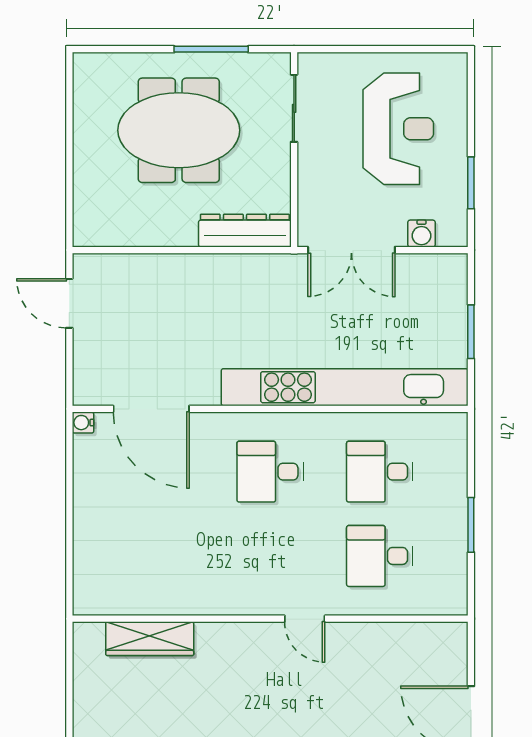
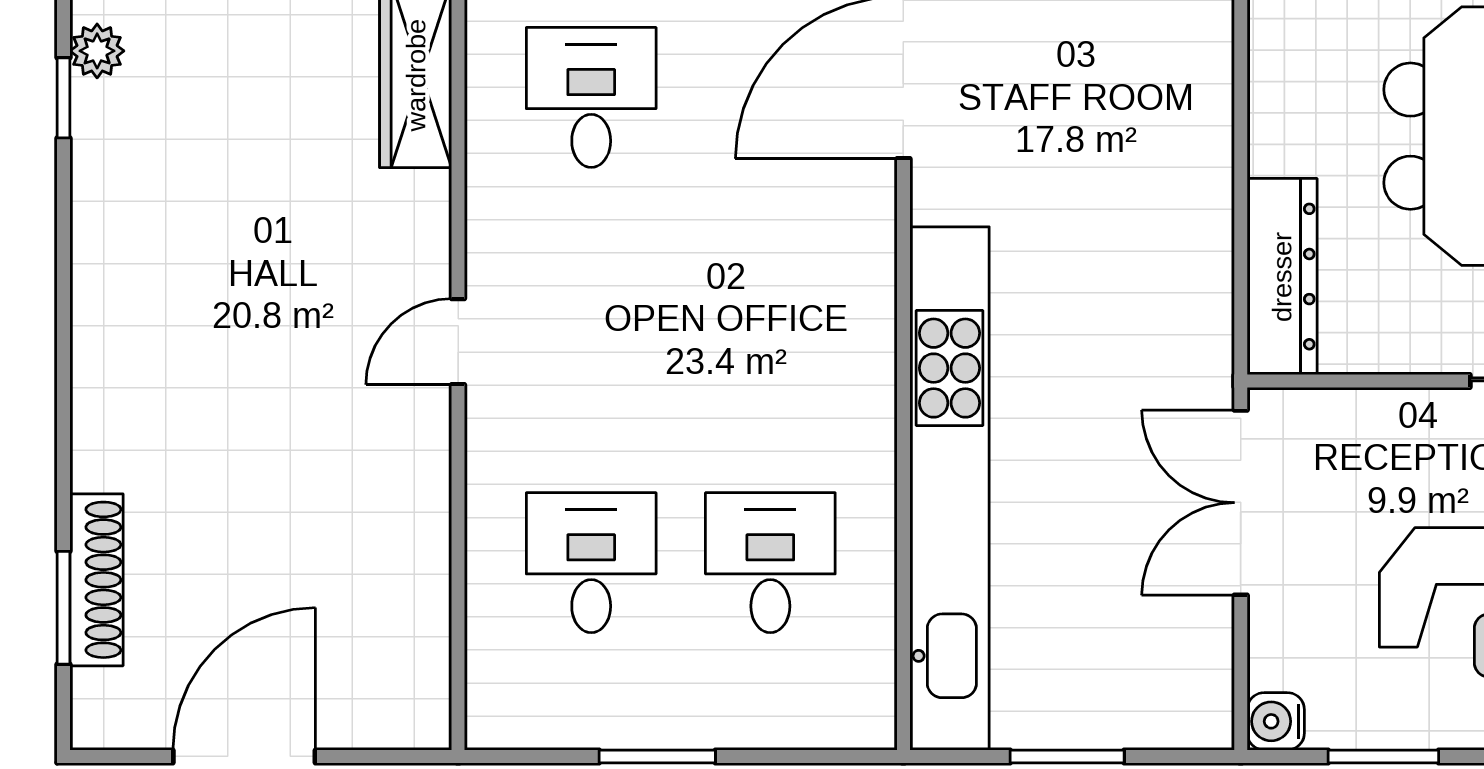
water cooler: (421, 234) -> (1276, 721), moved
desk: (270, 472) -> (591, 97), moved
door: (305, 619) -> (458, 342), moved

